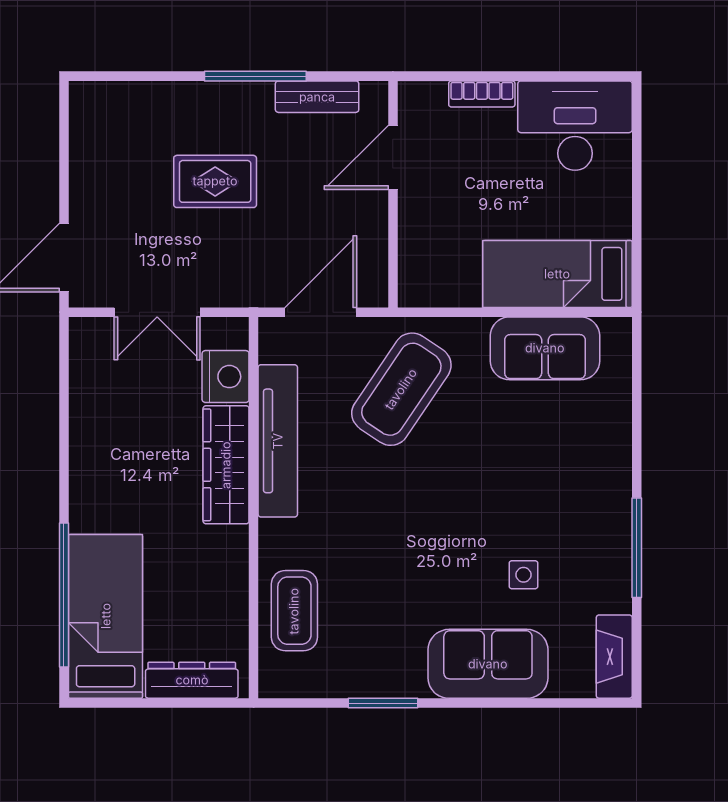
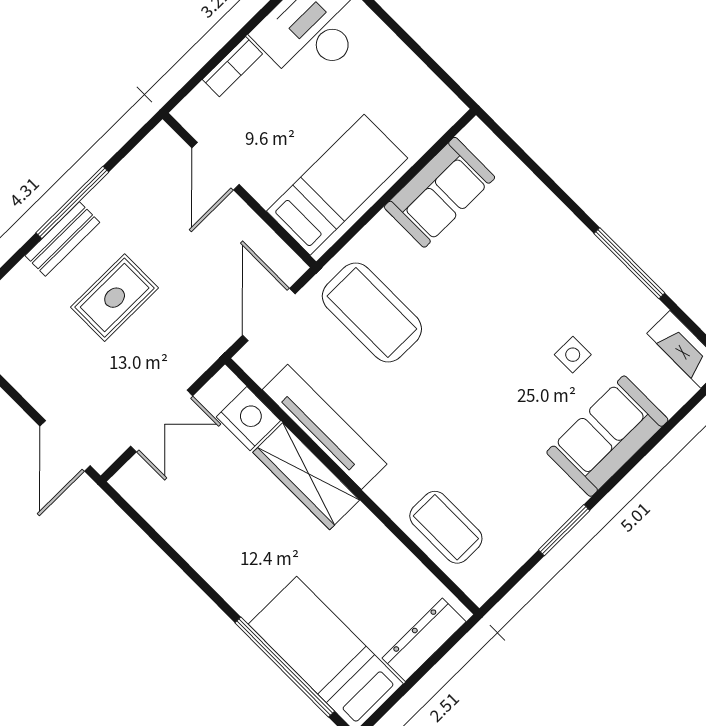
bench: (317, 97) -> (62, 239), moved
bed: (557, 274) -> (337, 185), moved, turned 180
coffee table: (401, 389) -> (372, 313), turned -34

